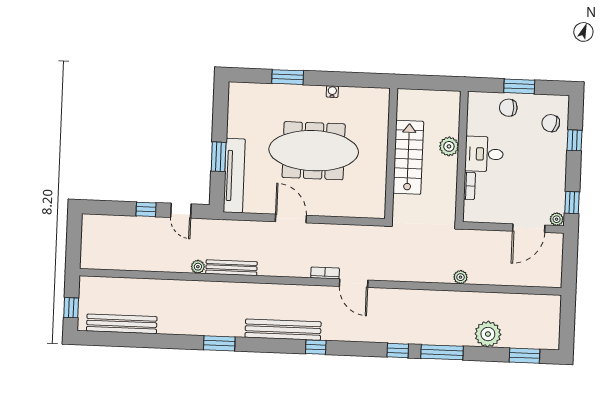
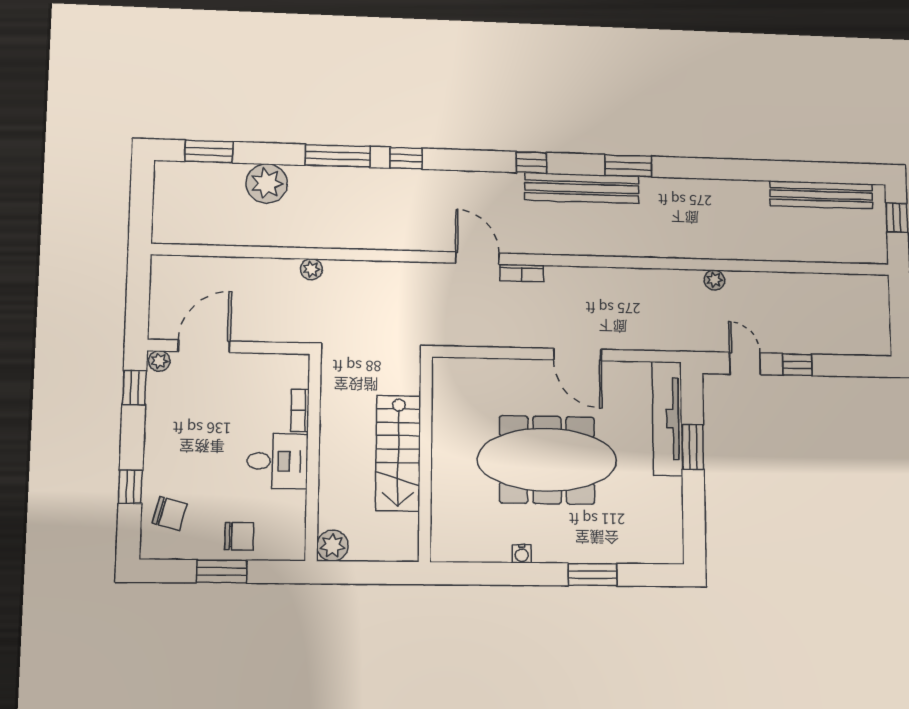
plant: (449, 146) -> (332, 546), moved
bench: (231, 268) -> (664, 279), removed
window: (219, 343) -> (628, 166), moved

